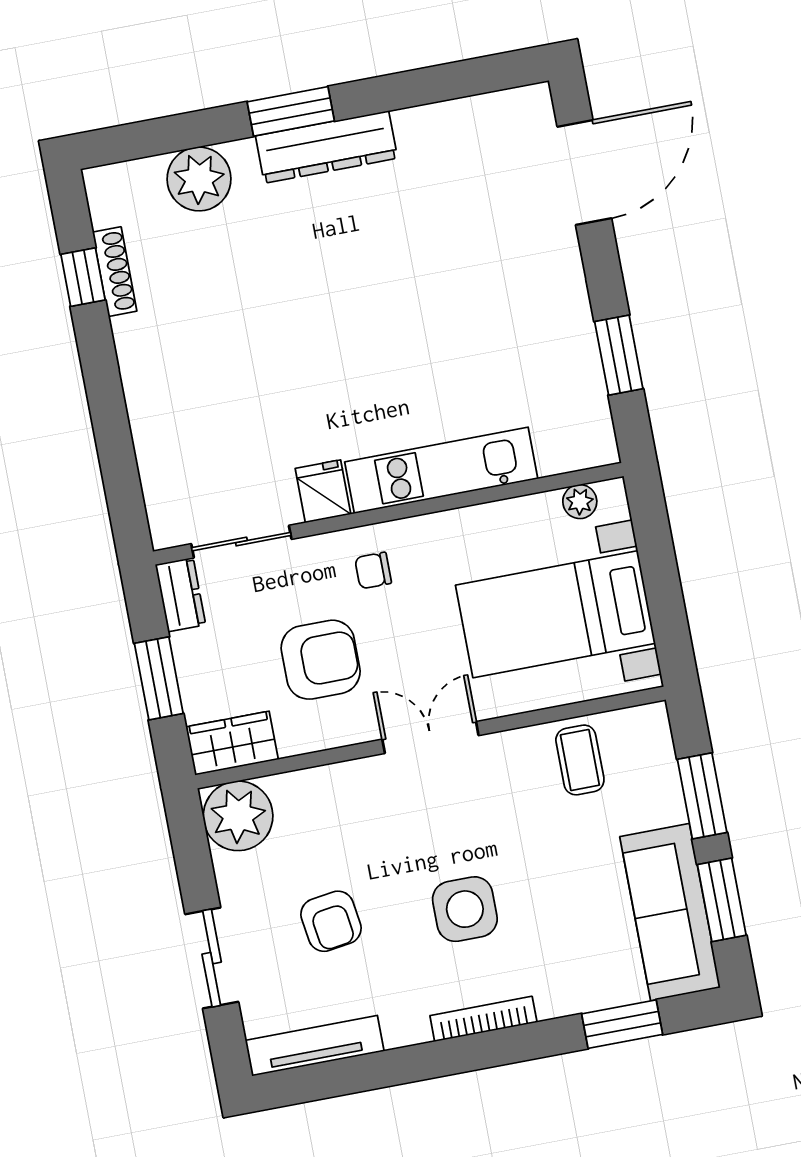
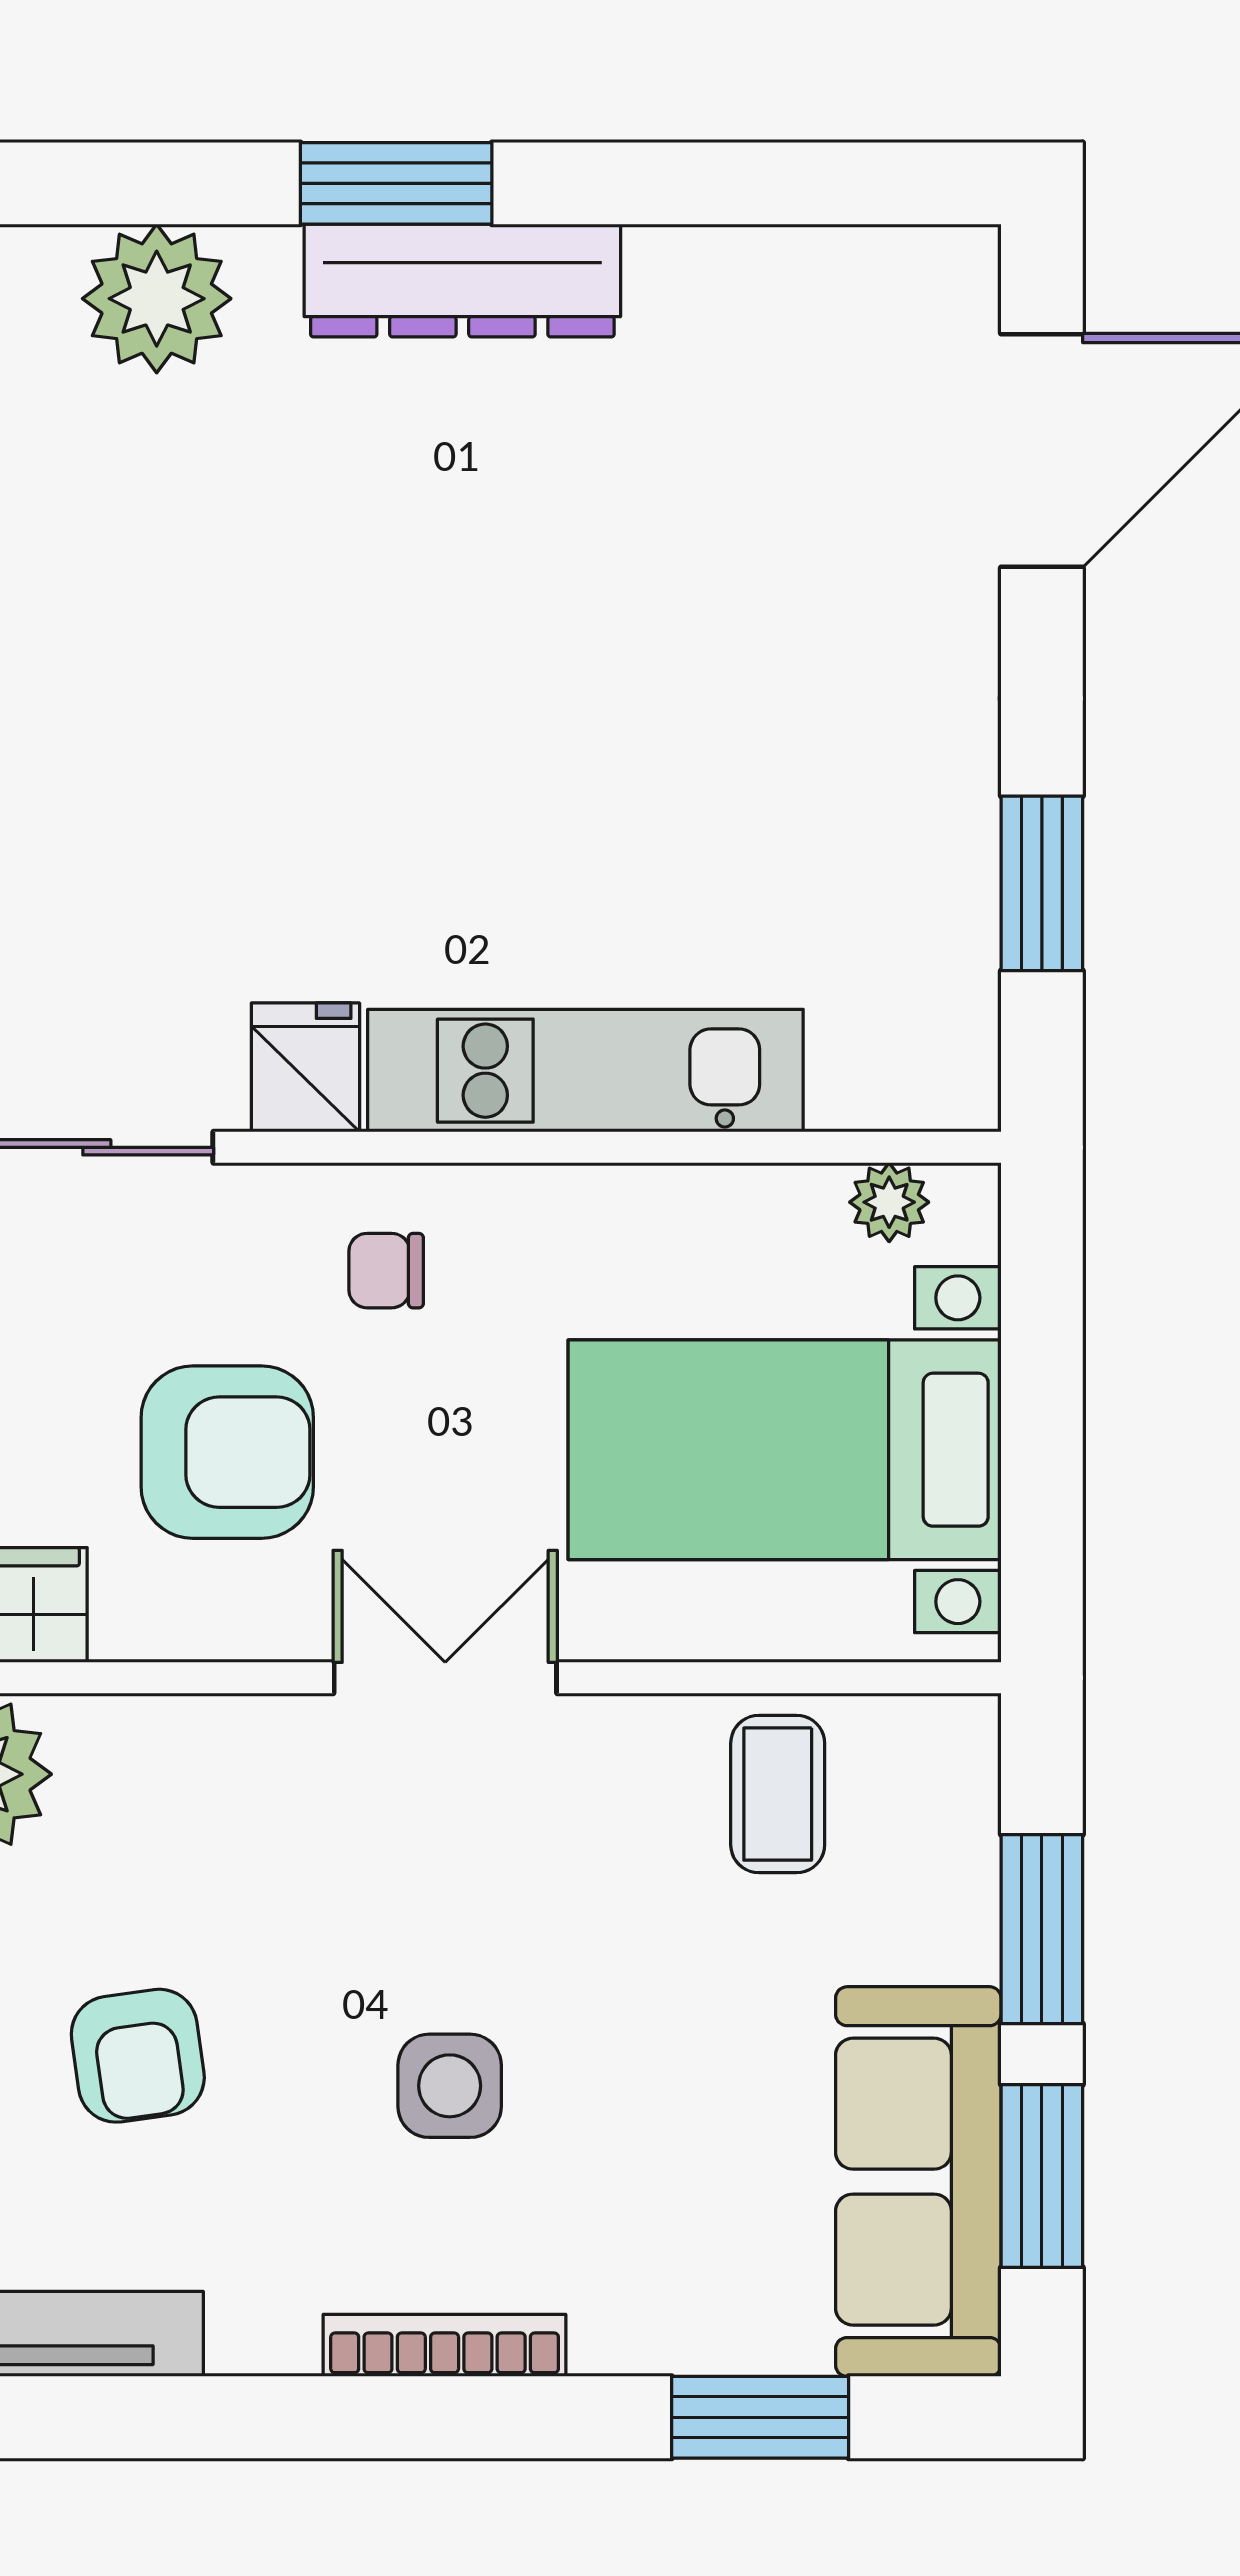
side table: (465, 909) -> (450, 2086), width x0.73, depth x0.73

